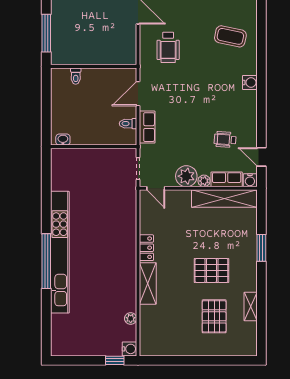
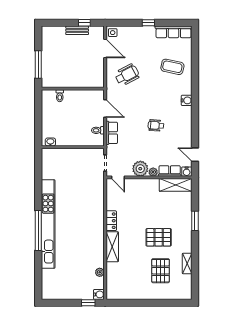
wheelchair: (168, 47) -> (127, 75), turned -118
door: (138, 94) -> (105, 109), swing flipped
wheelchair: (225, 139) -> (156, 125), moved
shelving: (224, 199) -> (176, 185), width x0.68

